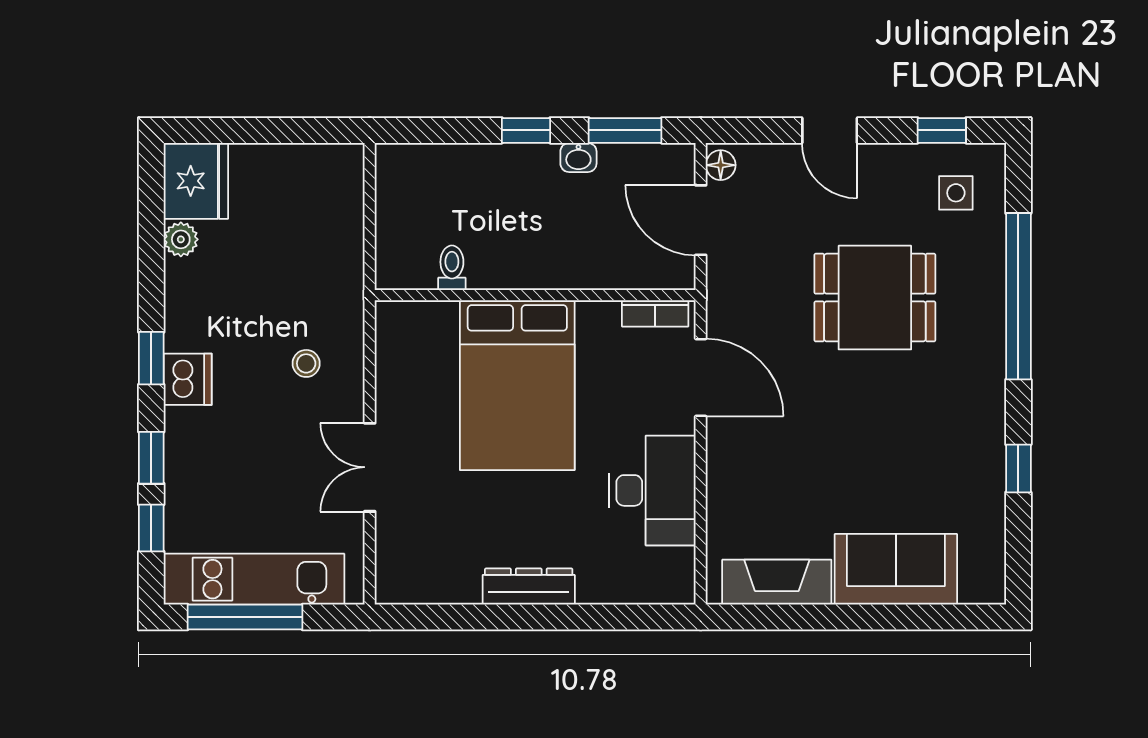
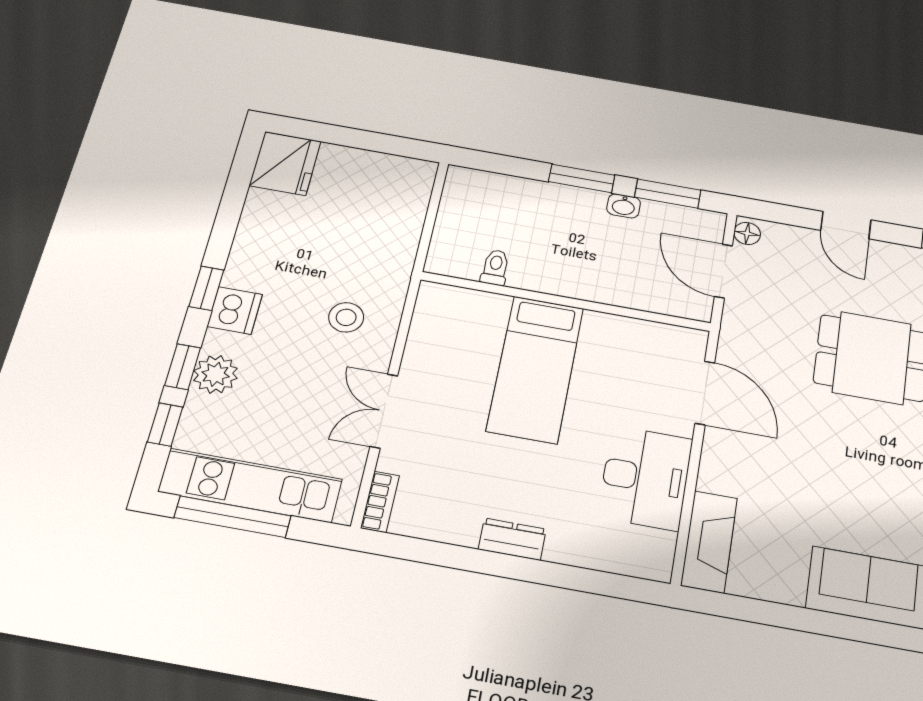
window: (526, 130) -> (582, 178), width x1.50
plant: (181, 239) -> (216, 374), moved, width x1.38, depth x1.38
bookcase: (655, 313) -> (380, 502), moved, turned -90
stool: (306, 363) -> (346, 317), width x1.37, depth x1.37
bed: (517, 385) -> (535, 369), width x0.67
fireplace: (777, 582) -> (709, 542), moved, turned 90
dresser: (529, 587) -> (512, 539), width x0.70

